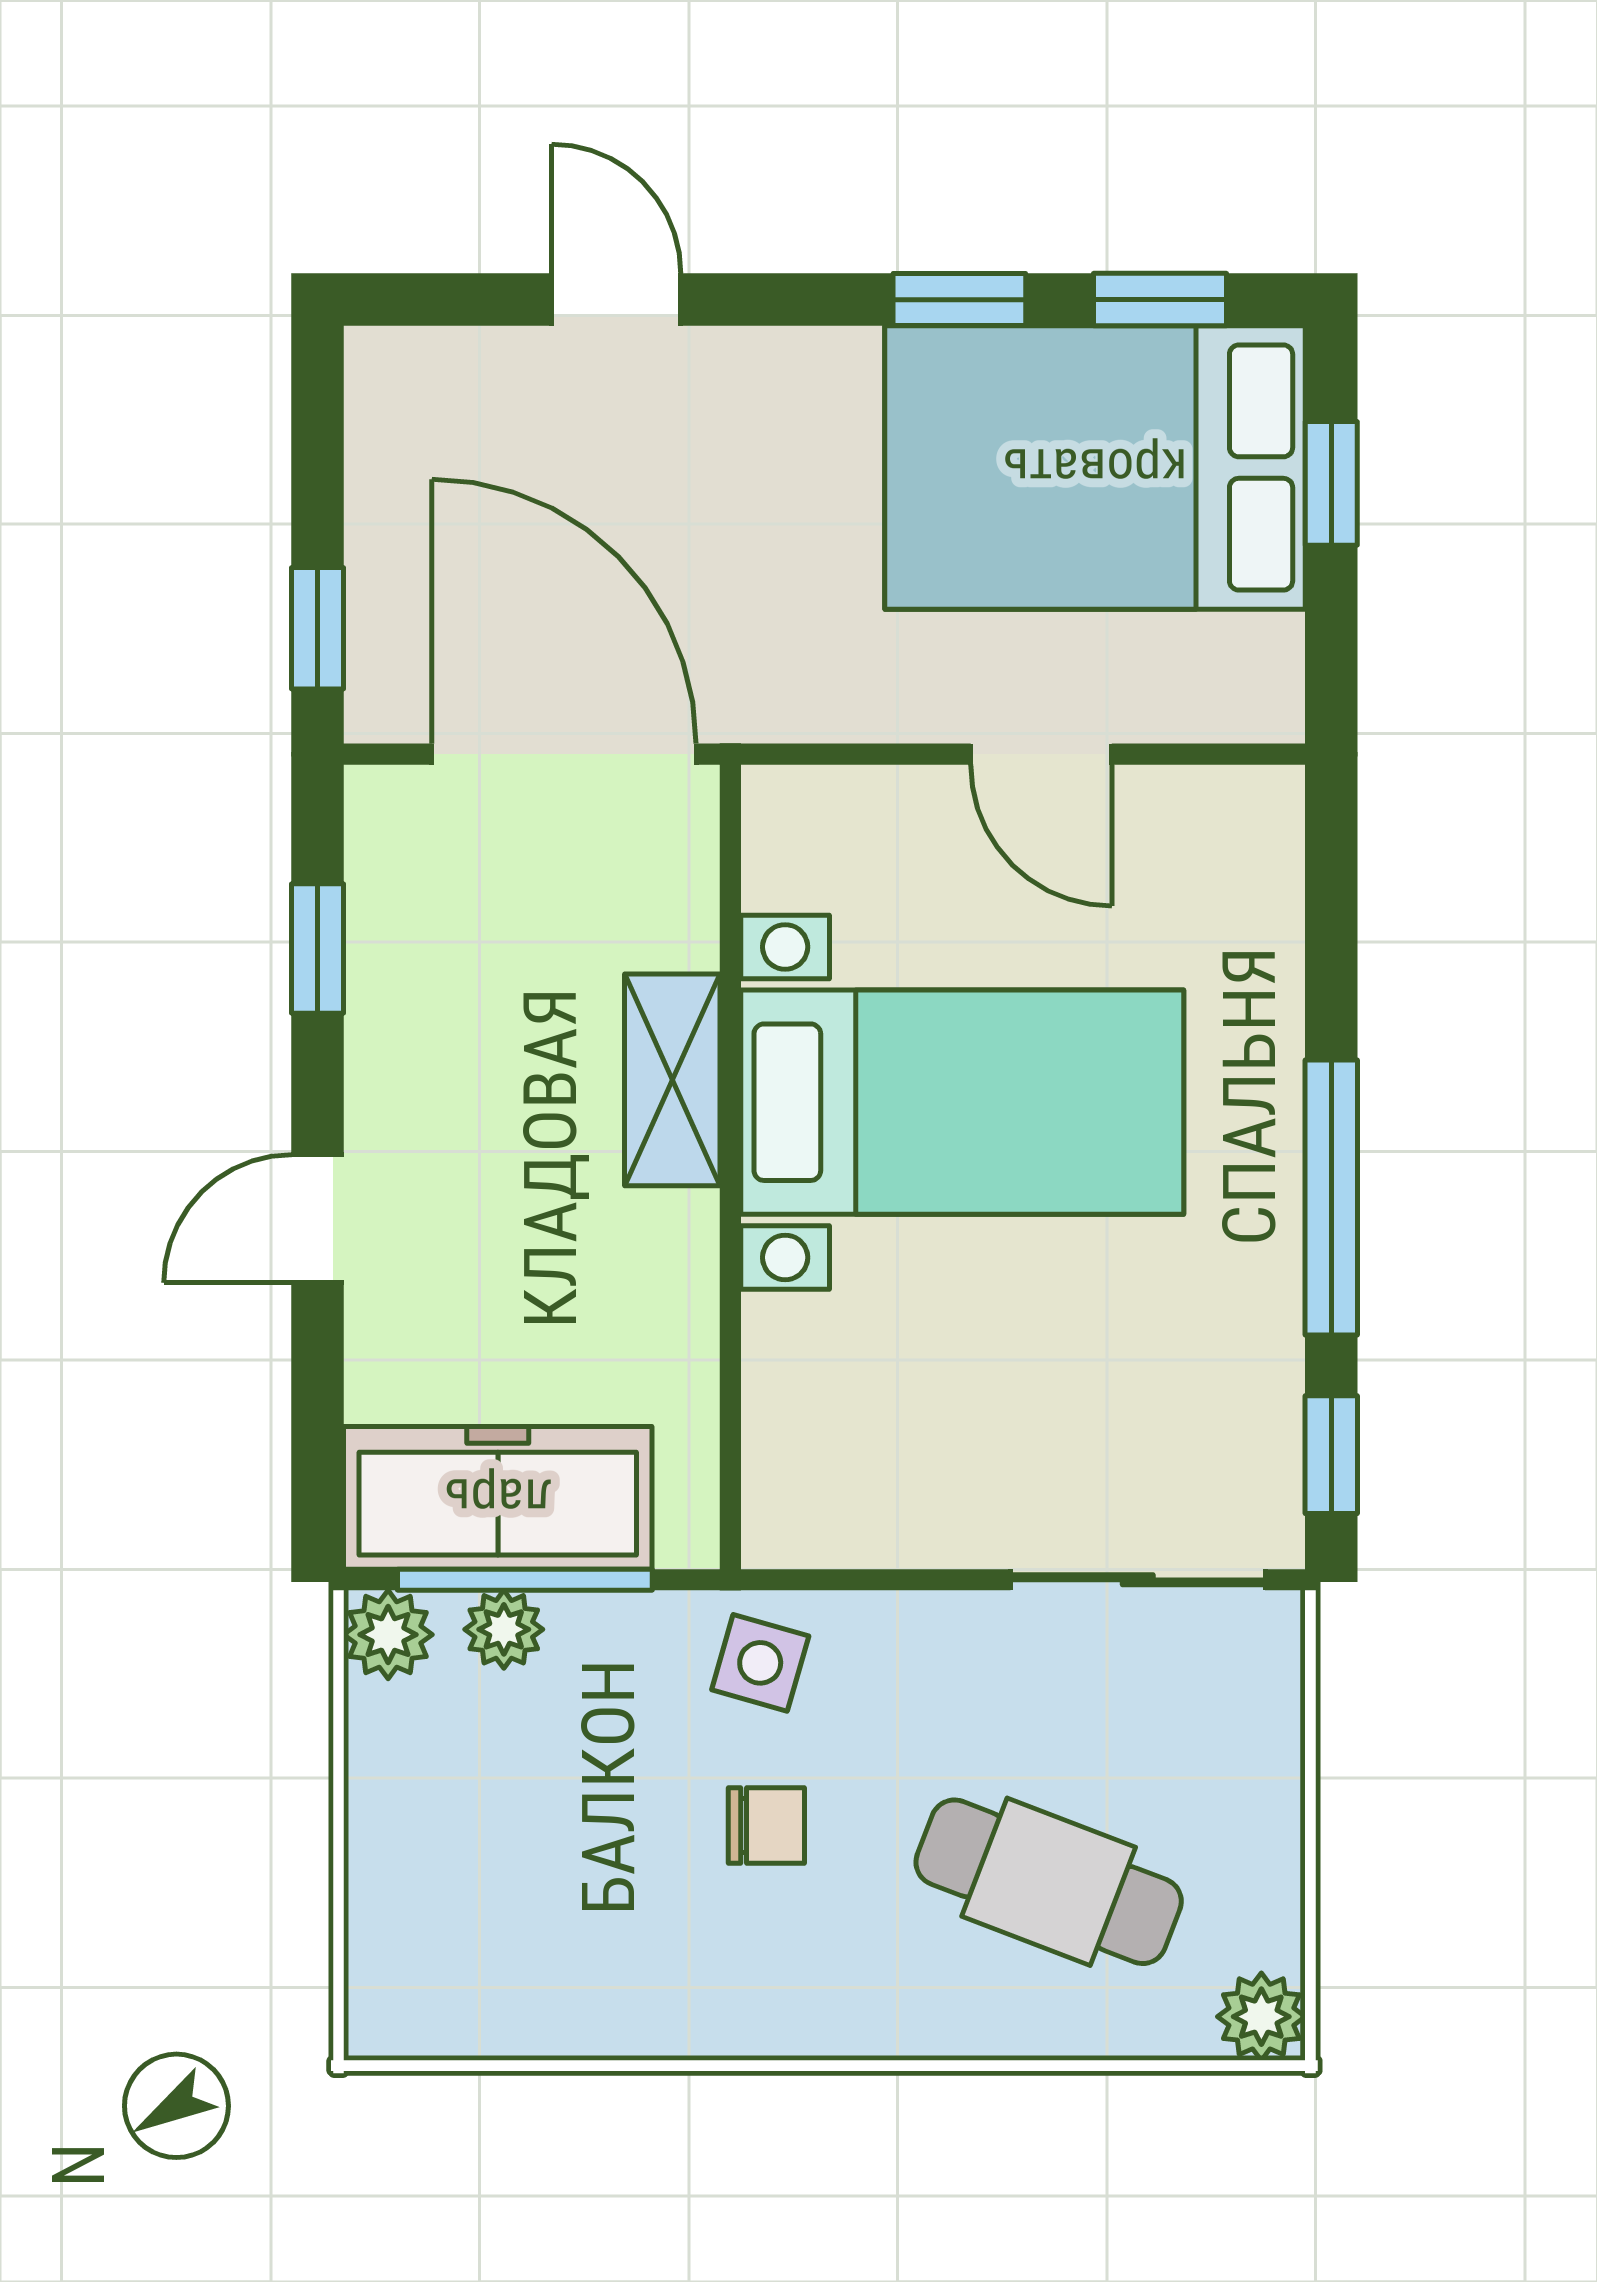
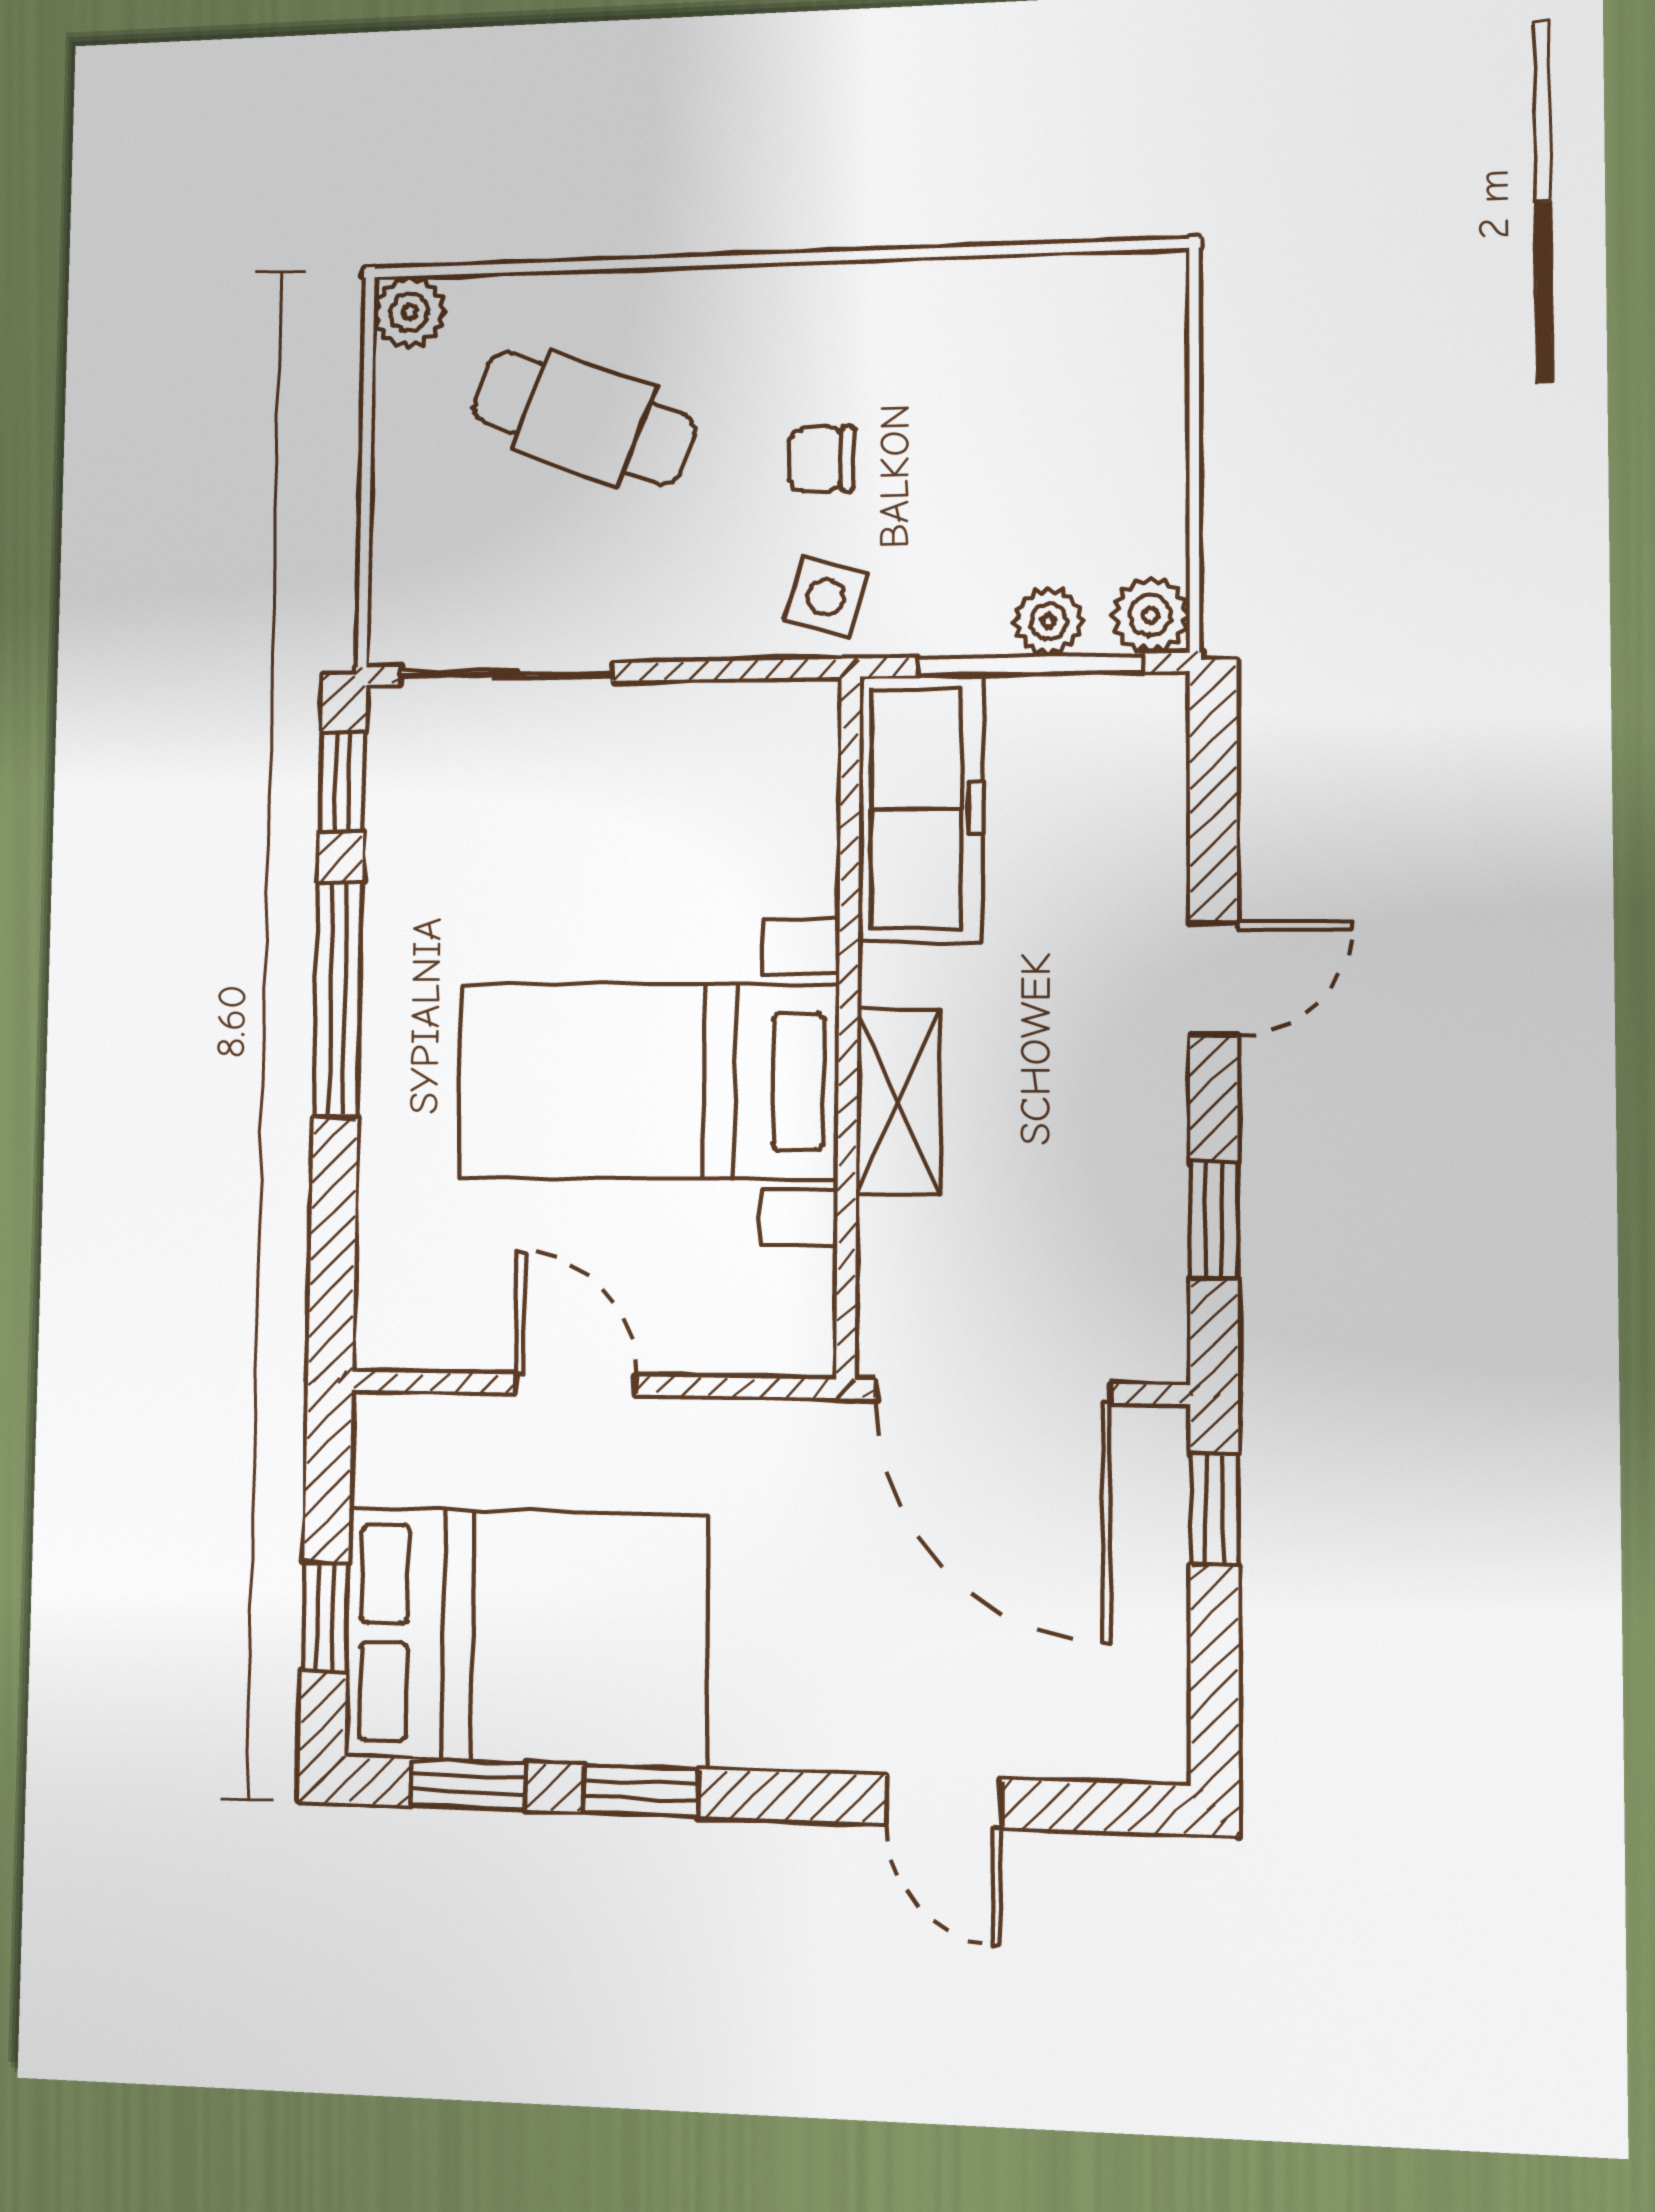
freezer: (498, 1498) -> (921, 809), moved, turned -90

